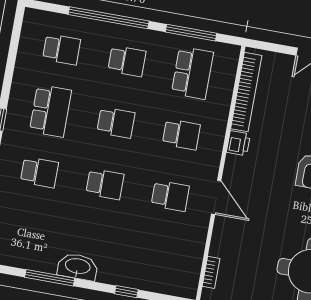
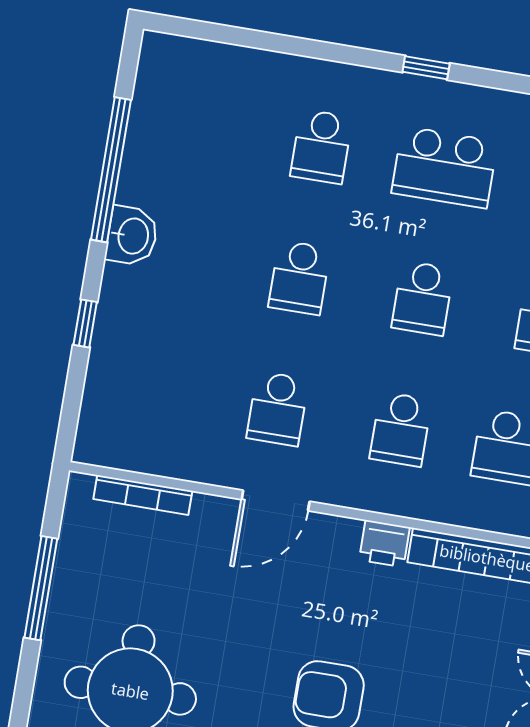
washbasin: (78, 267) -> (132, 236), width x0.72
bookcase: (211, 272) -> (143, 495), width x1.56
window: (50, 278) -> (111, 170), width x1.46

